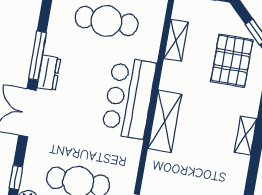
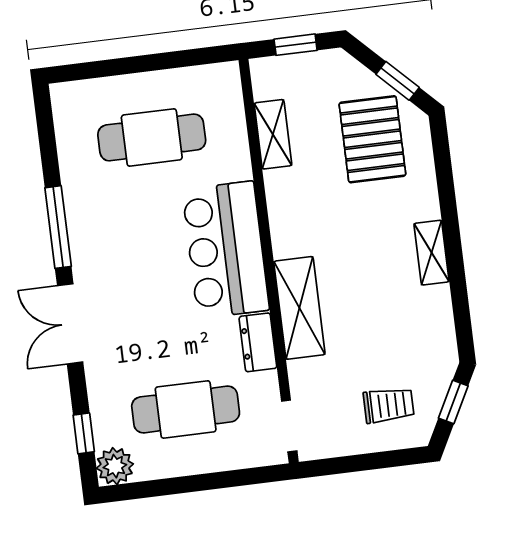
dresser: (49, 73) -> (258, 342), moved, turned 180
shelving: (165, 121) -> (299, 308), moved

